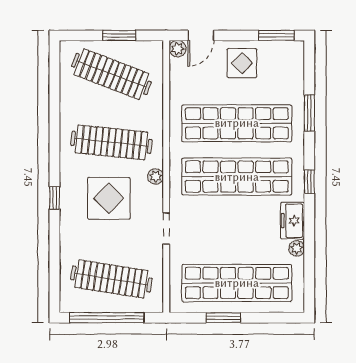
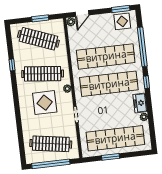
display table: (242, 63) -> (122, 21), moved
window: (309, 113) -> (142, 47), width x2.11
window: (55, 198) -> (12, 65), moved

